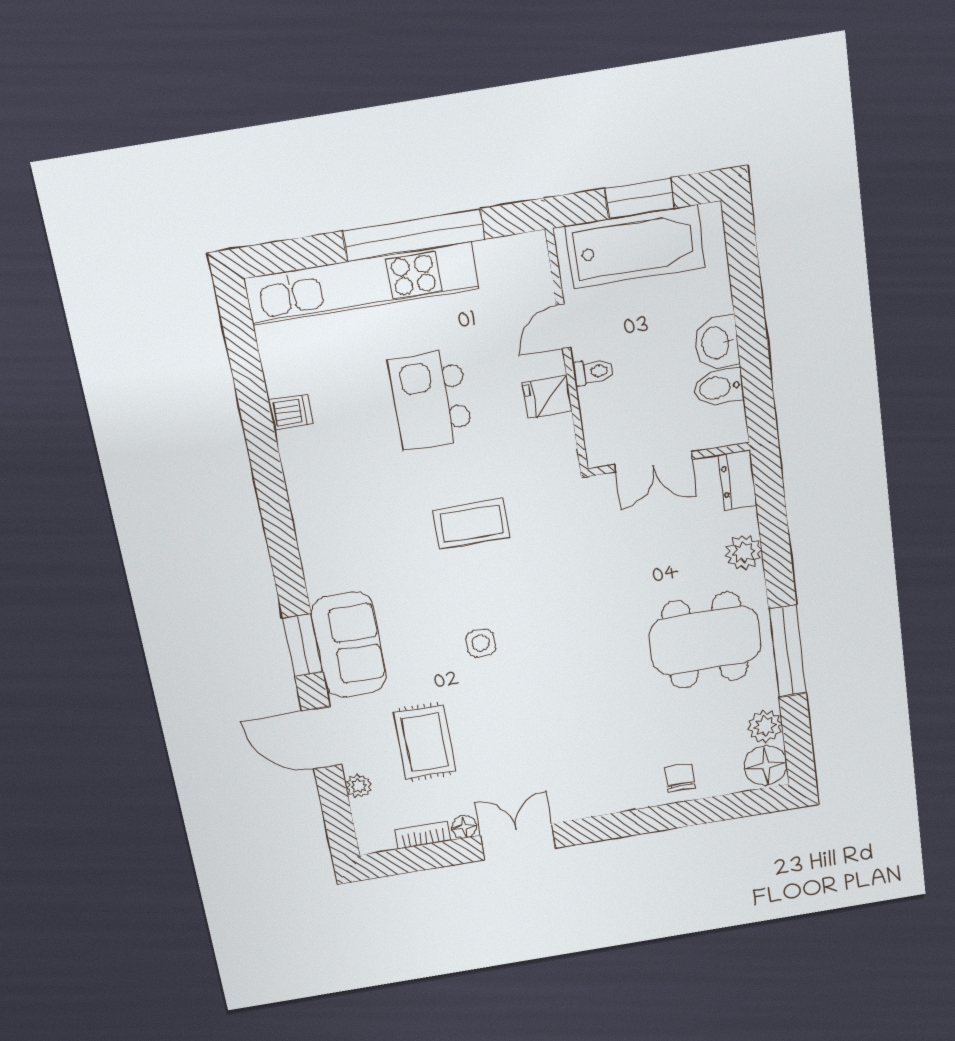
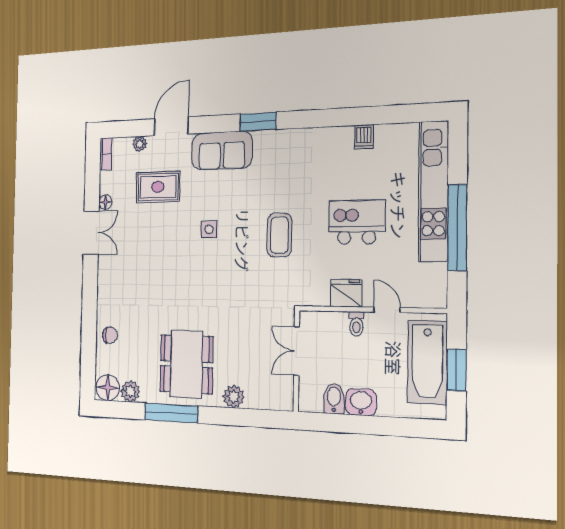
fridge: (547, 397) -> (346, 293), width x1.38
dresser: (738, 480) -> (277, 401), removed
window: (303, 645) -> (258, 122), moved
bookcase: (423, 835) -> (106, 154), moved

